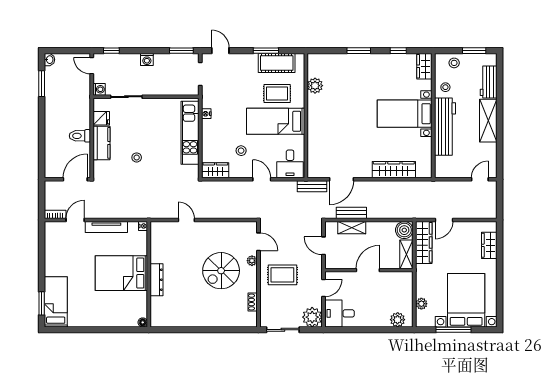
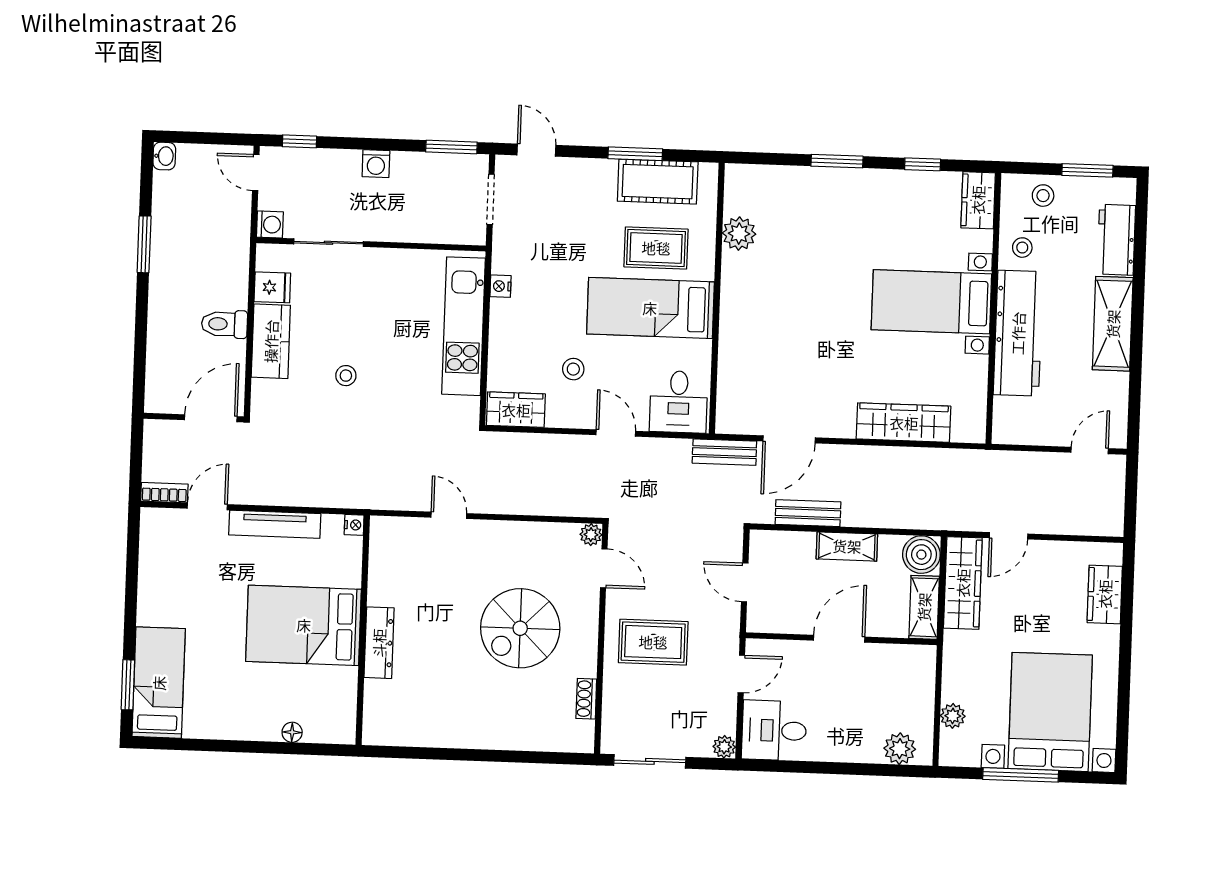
window: (42, 84) -> (144, 244), moved
shelving: (352, 228) -> (847, 546), moved
plant: (252, 261) -> (591, 535), moved
plant: (312, 317) -> (724, 747), width x0.53, depth x0.53
floor lamp: (143, 322) -> (292, 732), moved

